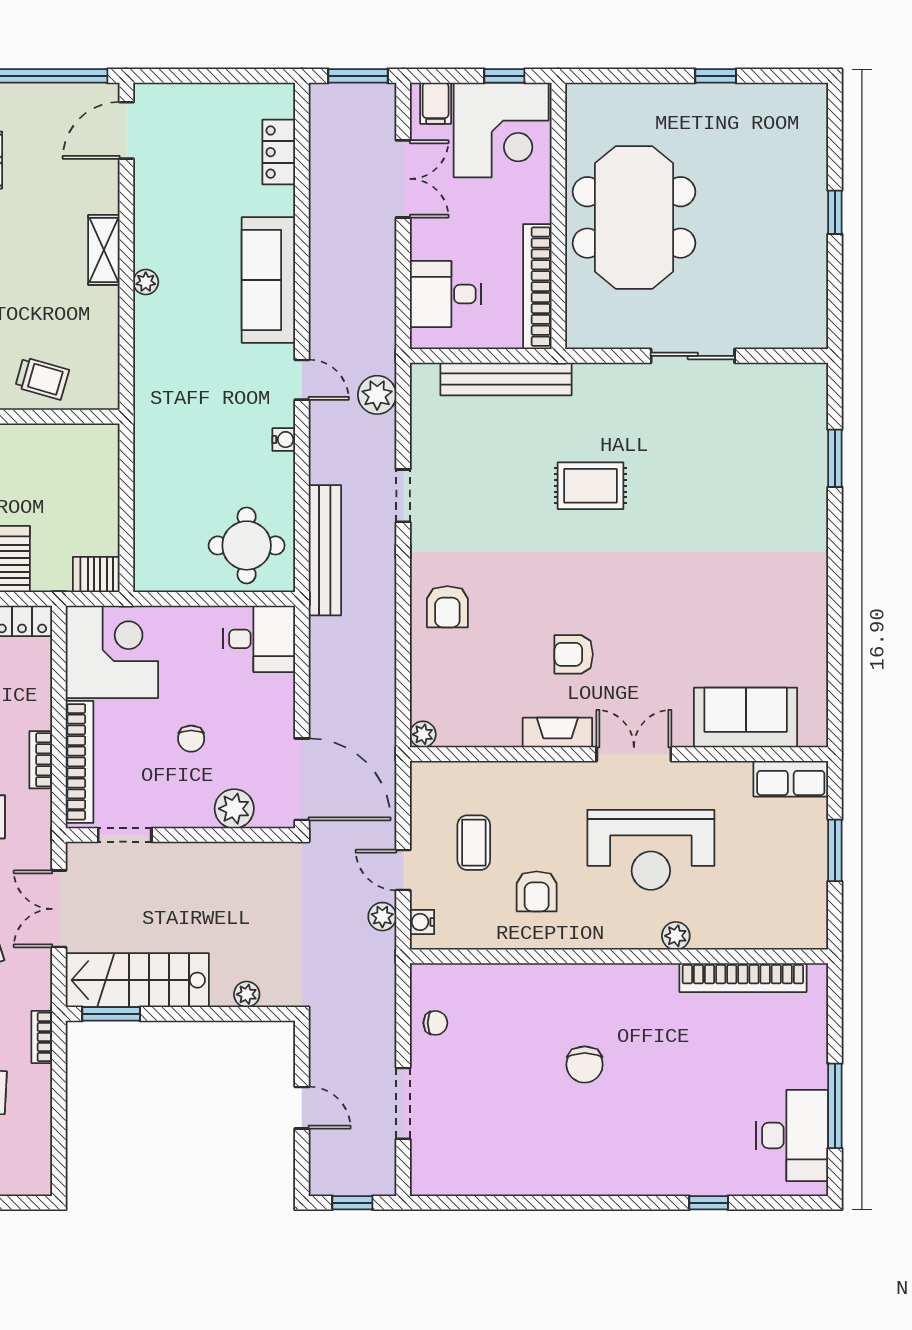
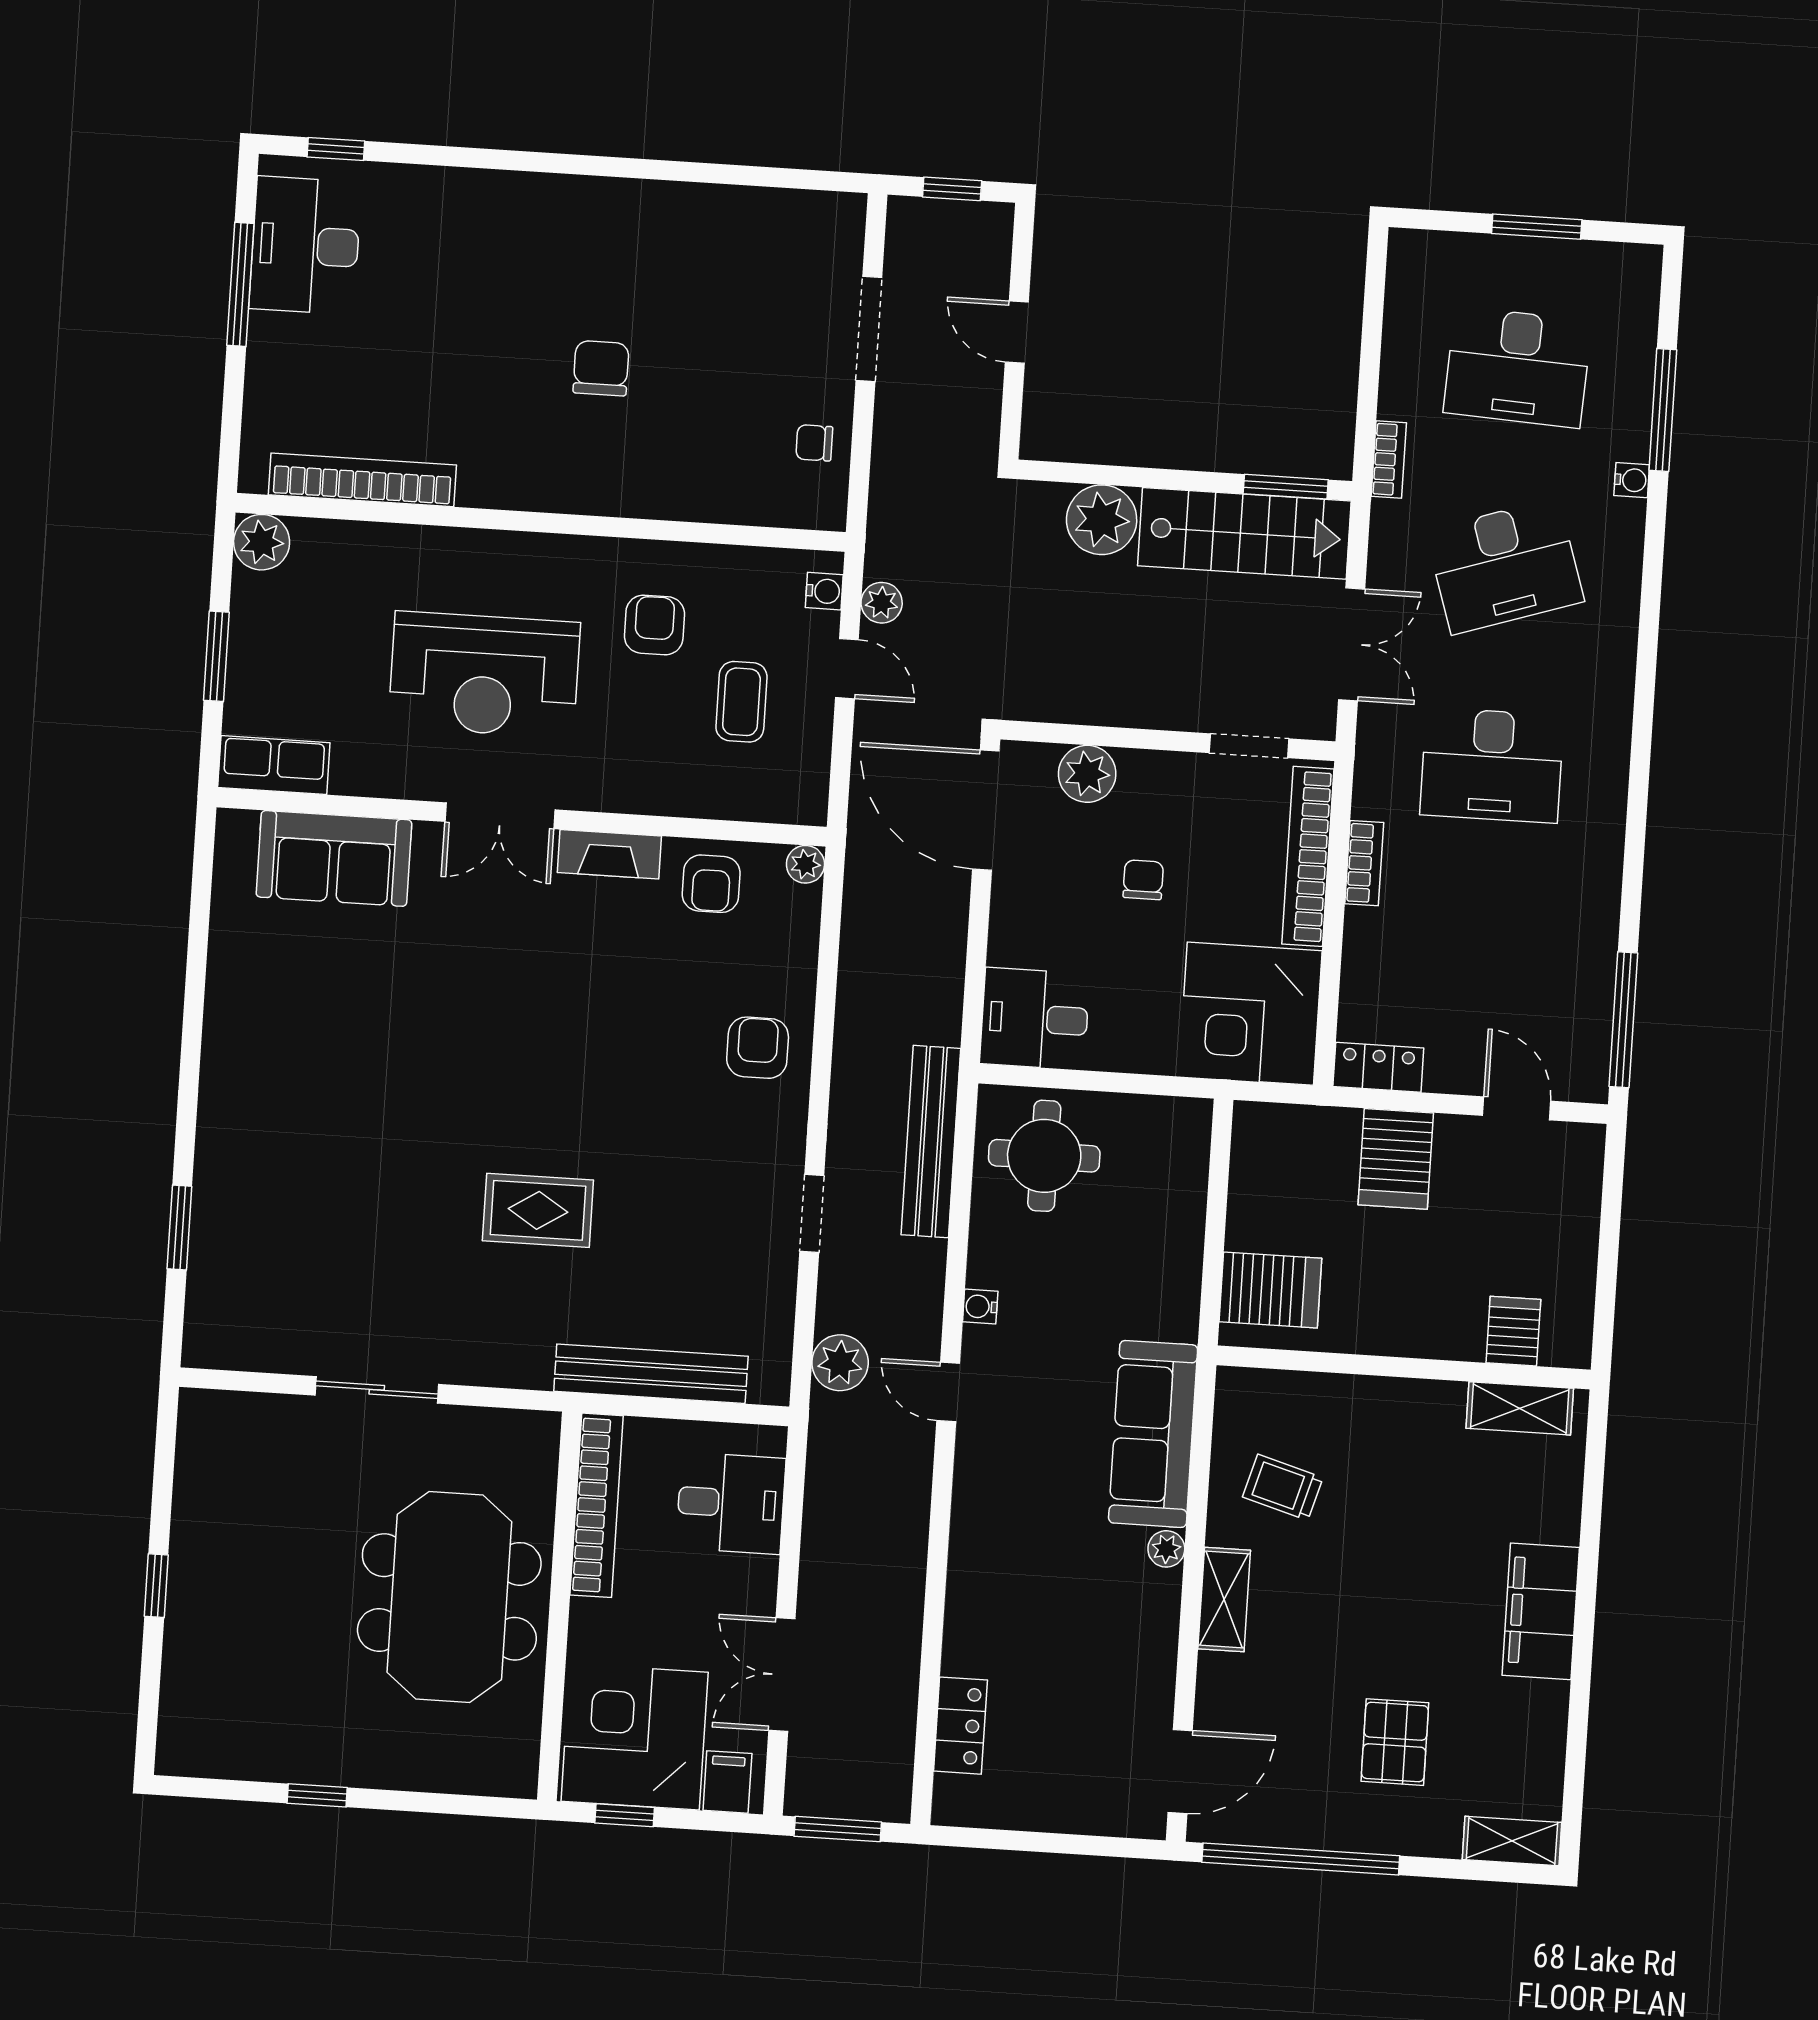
sofa: (268, 280) -> (1153, 1434), moved, turned 180
trolley: (42, 378) -> (1283, 1487), moved
server rack: (96, 574) -> (1270, 1290), moved, width x1.36, depth x1.44
armchair: (574, 654) -> (711, 884), moved, turned 90
reception desk: (651, 850) -> (484, 675), turned 180
plant: (676, 936) -> (262, 542), moved, width x1.38, depth x1.38
plant: (247, 994) -> (1102, 520), width x1.87, depth x1.87
window: (709, 1203) -> (336, 149), moved

